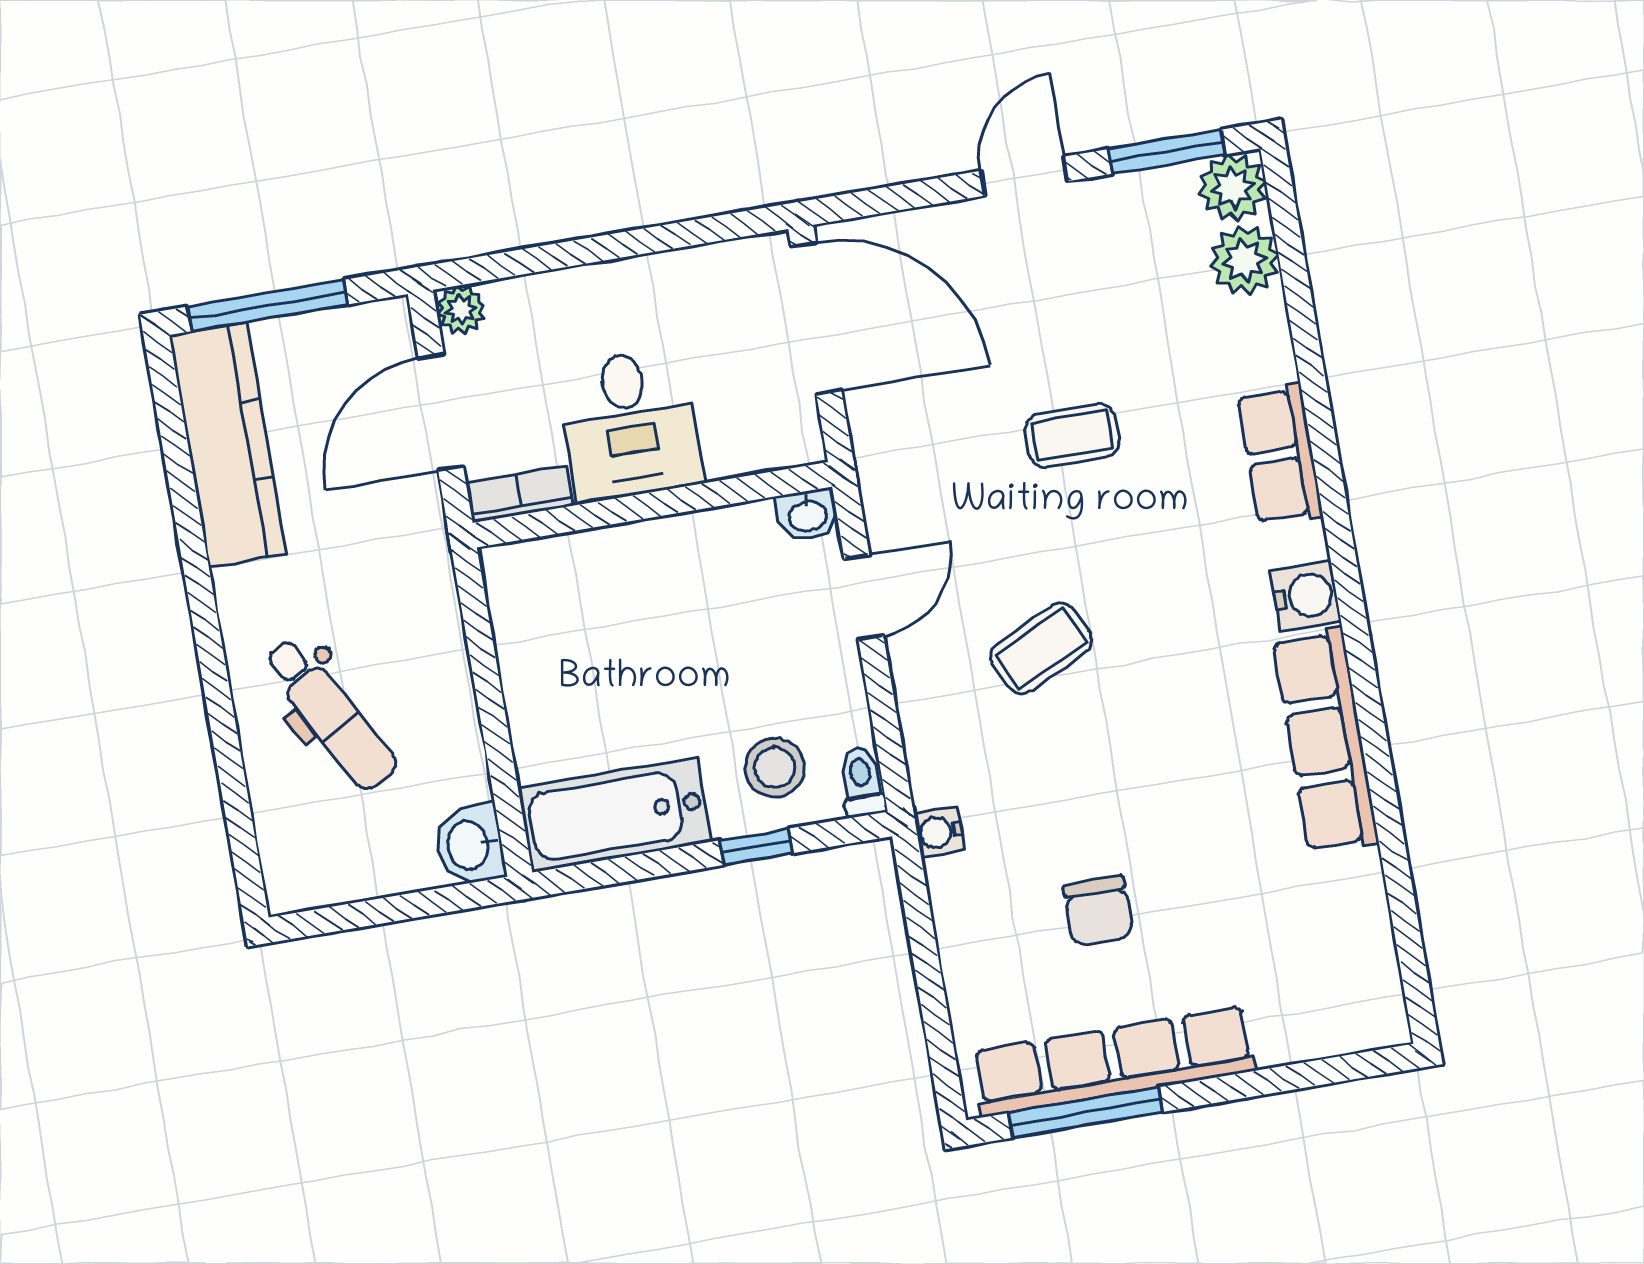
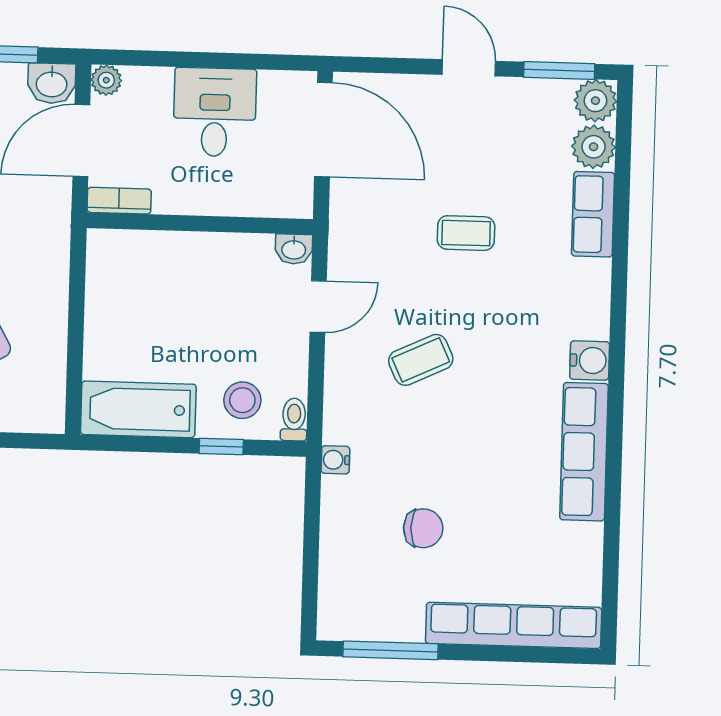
door: (1024, 176) -> (469, 68), hinge flipped
desk: (630, 425) -> (215, 112), moved, turned 180
row of seats: (1280, 455) -> (593, 214), moved
washbasin: (470, 845) -> (52, 83), moved, turned -90
chair: (1098, 911) -> (423, 528), turned -90
row of seats: (1113, 1061) -> (514, 625), moved

